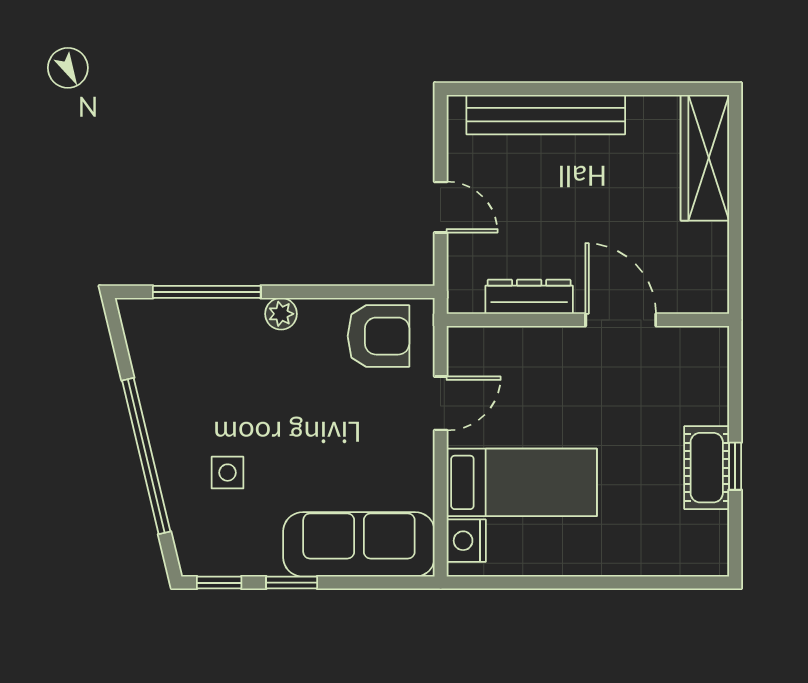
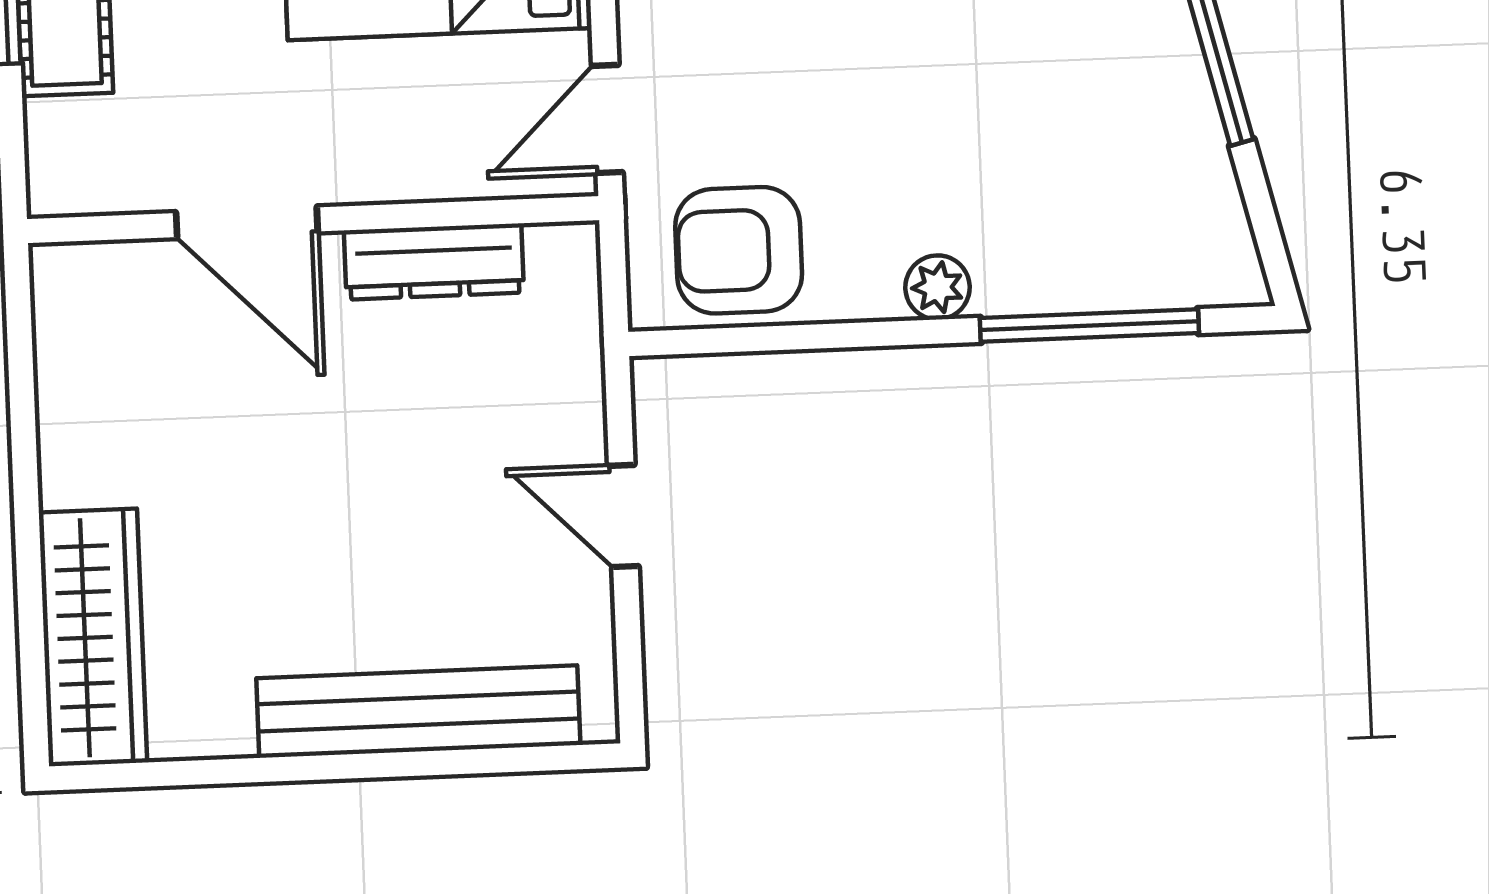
dresser: (529, 297) -> (434, 262), moved
wall: (588, 320) -> (313, 220), moved
door: (621, 320) -> (247, 222), moved

